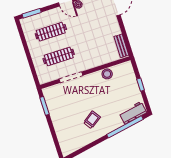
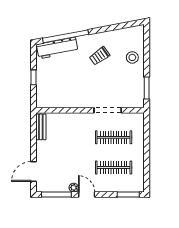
stool: (107, 74) -> (132, 57), moved
workbench: (133, 113) -> (57, 48), width x1.38

